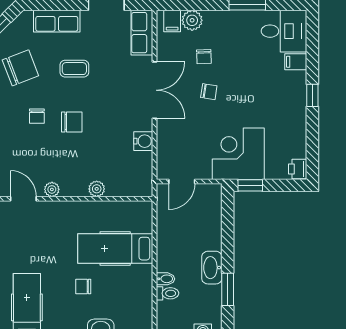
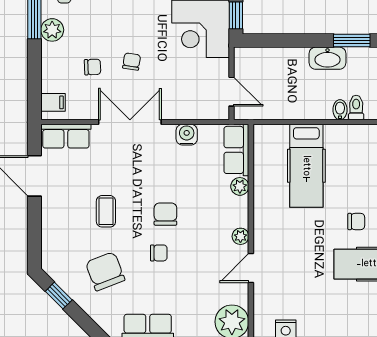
plant: (192, 20) -> (52, 30), moved
row of seats: (57, 21) -> (236, 150), moved, turned 180
chair: (83, 287) -> (356, 221), moved, turned -90

